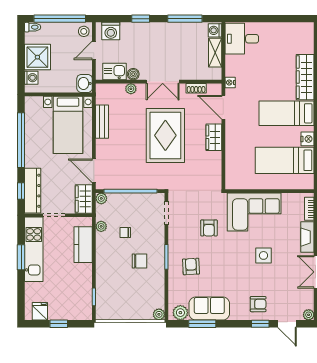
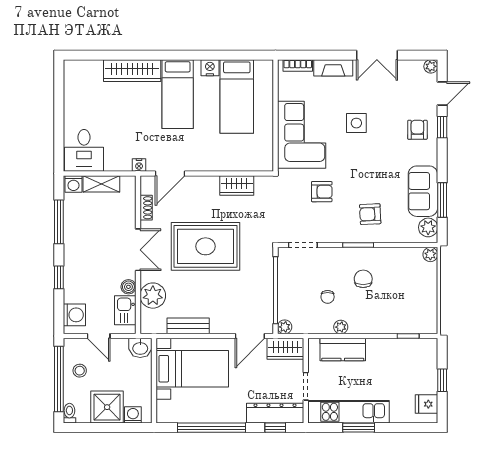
stool: (84, 31) -> (80, 371), moved
plant: (131, 89) -> (153, 296), width x1.88, depth x1.88
wardrobe: (214, 137) -> (237, 185), moved
plant: (101, 226) -> (341, 327), moved

